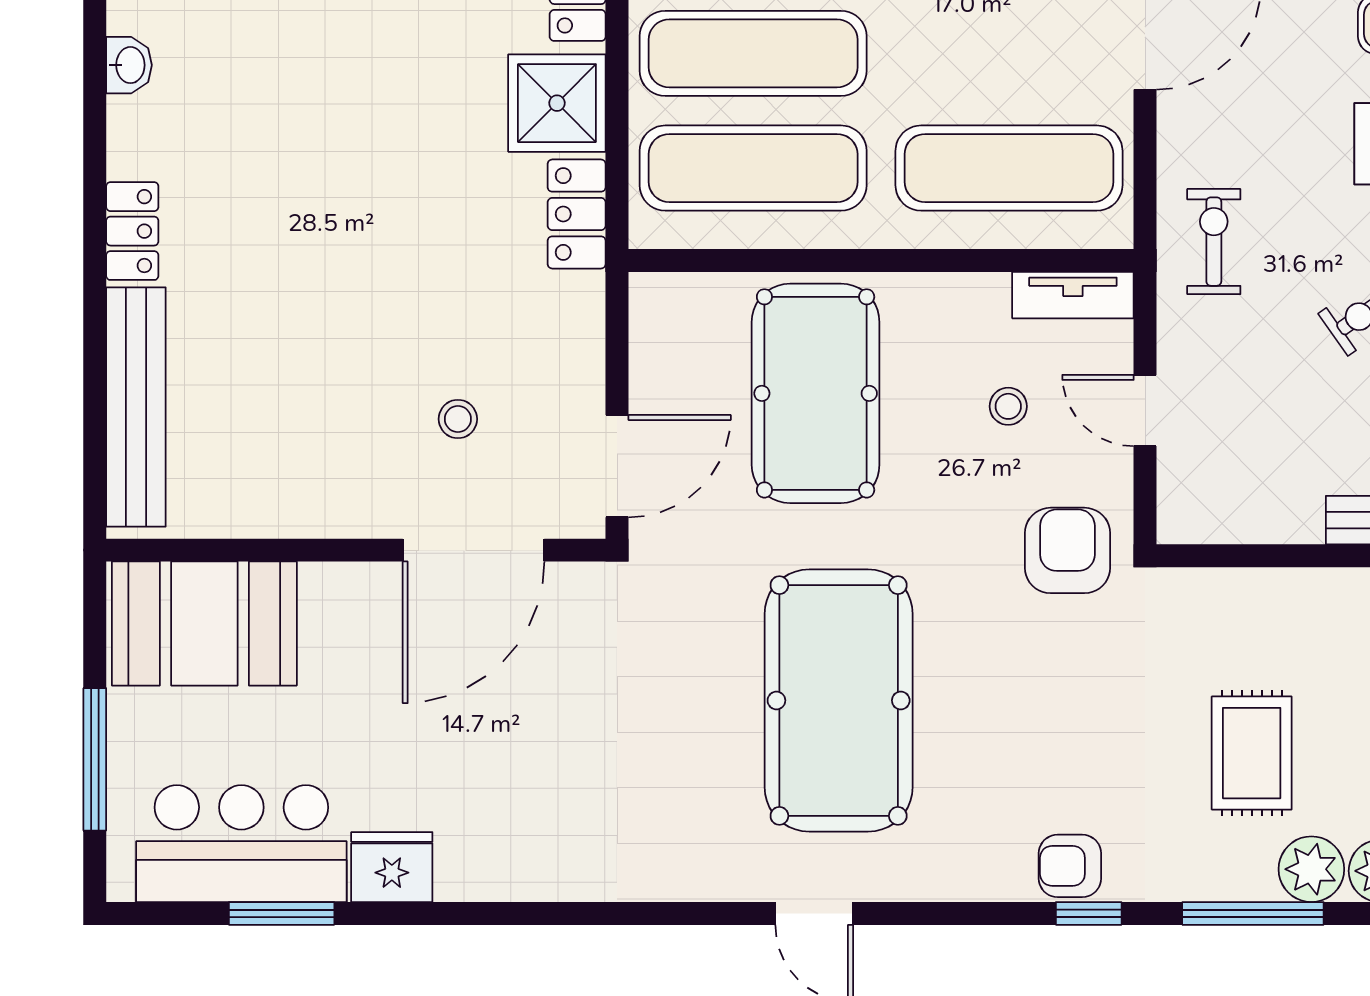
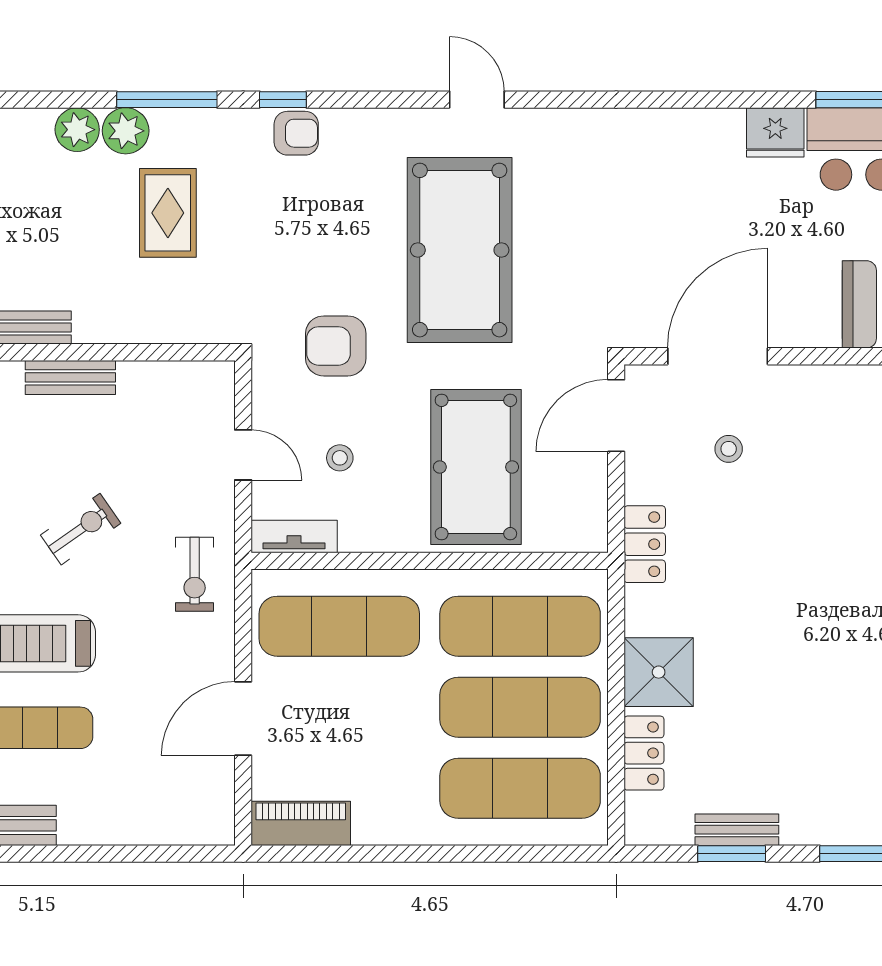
locker: (577, 214) -> (645, 544), moved
armchair: (1067, 550) -> (336, 346), moved, turned 90

